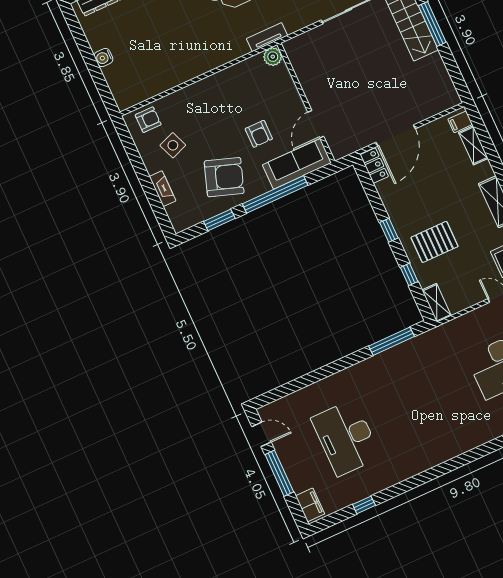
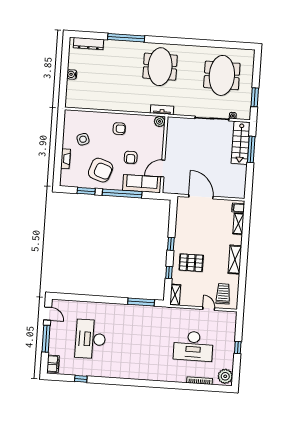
armchair: (148, 120) -> (119, 129), moved
door: (396, 136) -> (201, 197), swing flipped
locker: (374, 166) -> (181, 206), removed

